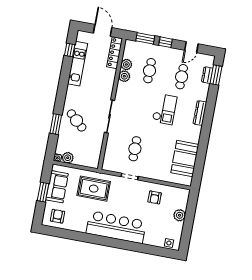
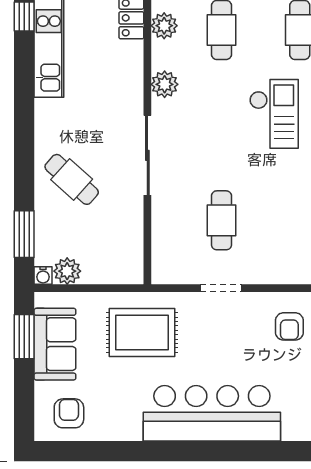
plant: (124, 76) -> (165, 84), moved
window: (56, 124) -> (24, 234), moved
window: (43, 192) -> (24, 337), moved

